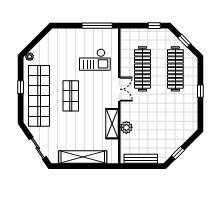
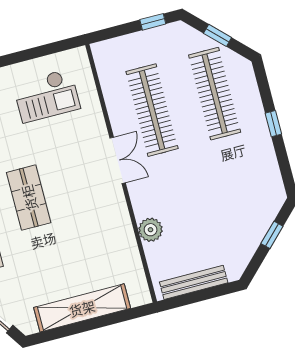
window: (97, 26) -> (44, 50), removed
checkout: (95, 60) -> (46, 96), moved
shelving: (112, 124) -> (121, 230), removed
window: (178, 153) -> (272, 235), moved

